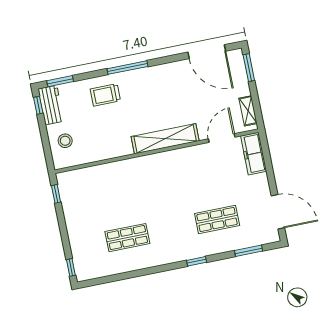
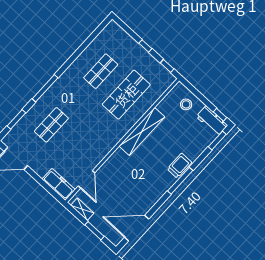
window: (249, 68) -> (94, 231), moved
trolley: (105, 95) -> (179, 166), moved
shelving: (165, 139) -> (142, 132), moved
shop shelf: (119, 195) -> (126, 95), added
window: (197, 261) -> (45, 88), width x2.17
window: (71, 267) -> (145, 46), moved

